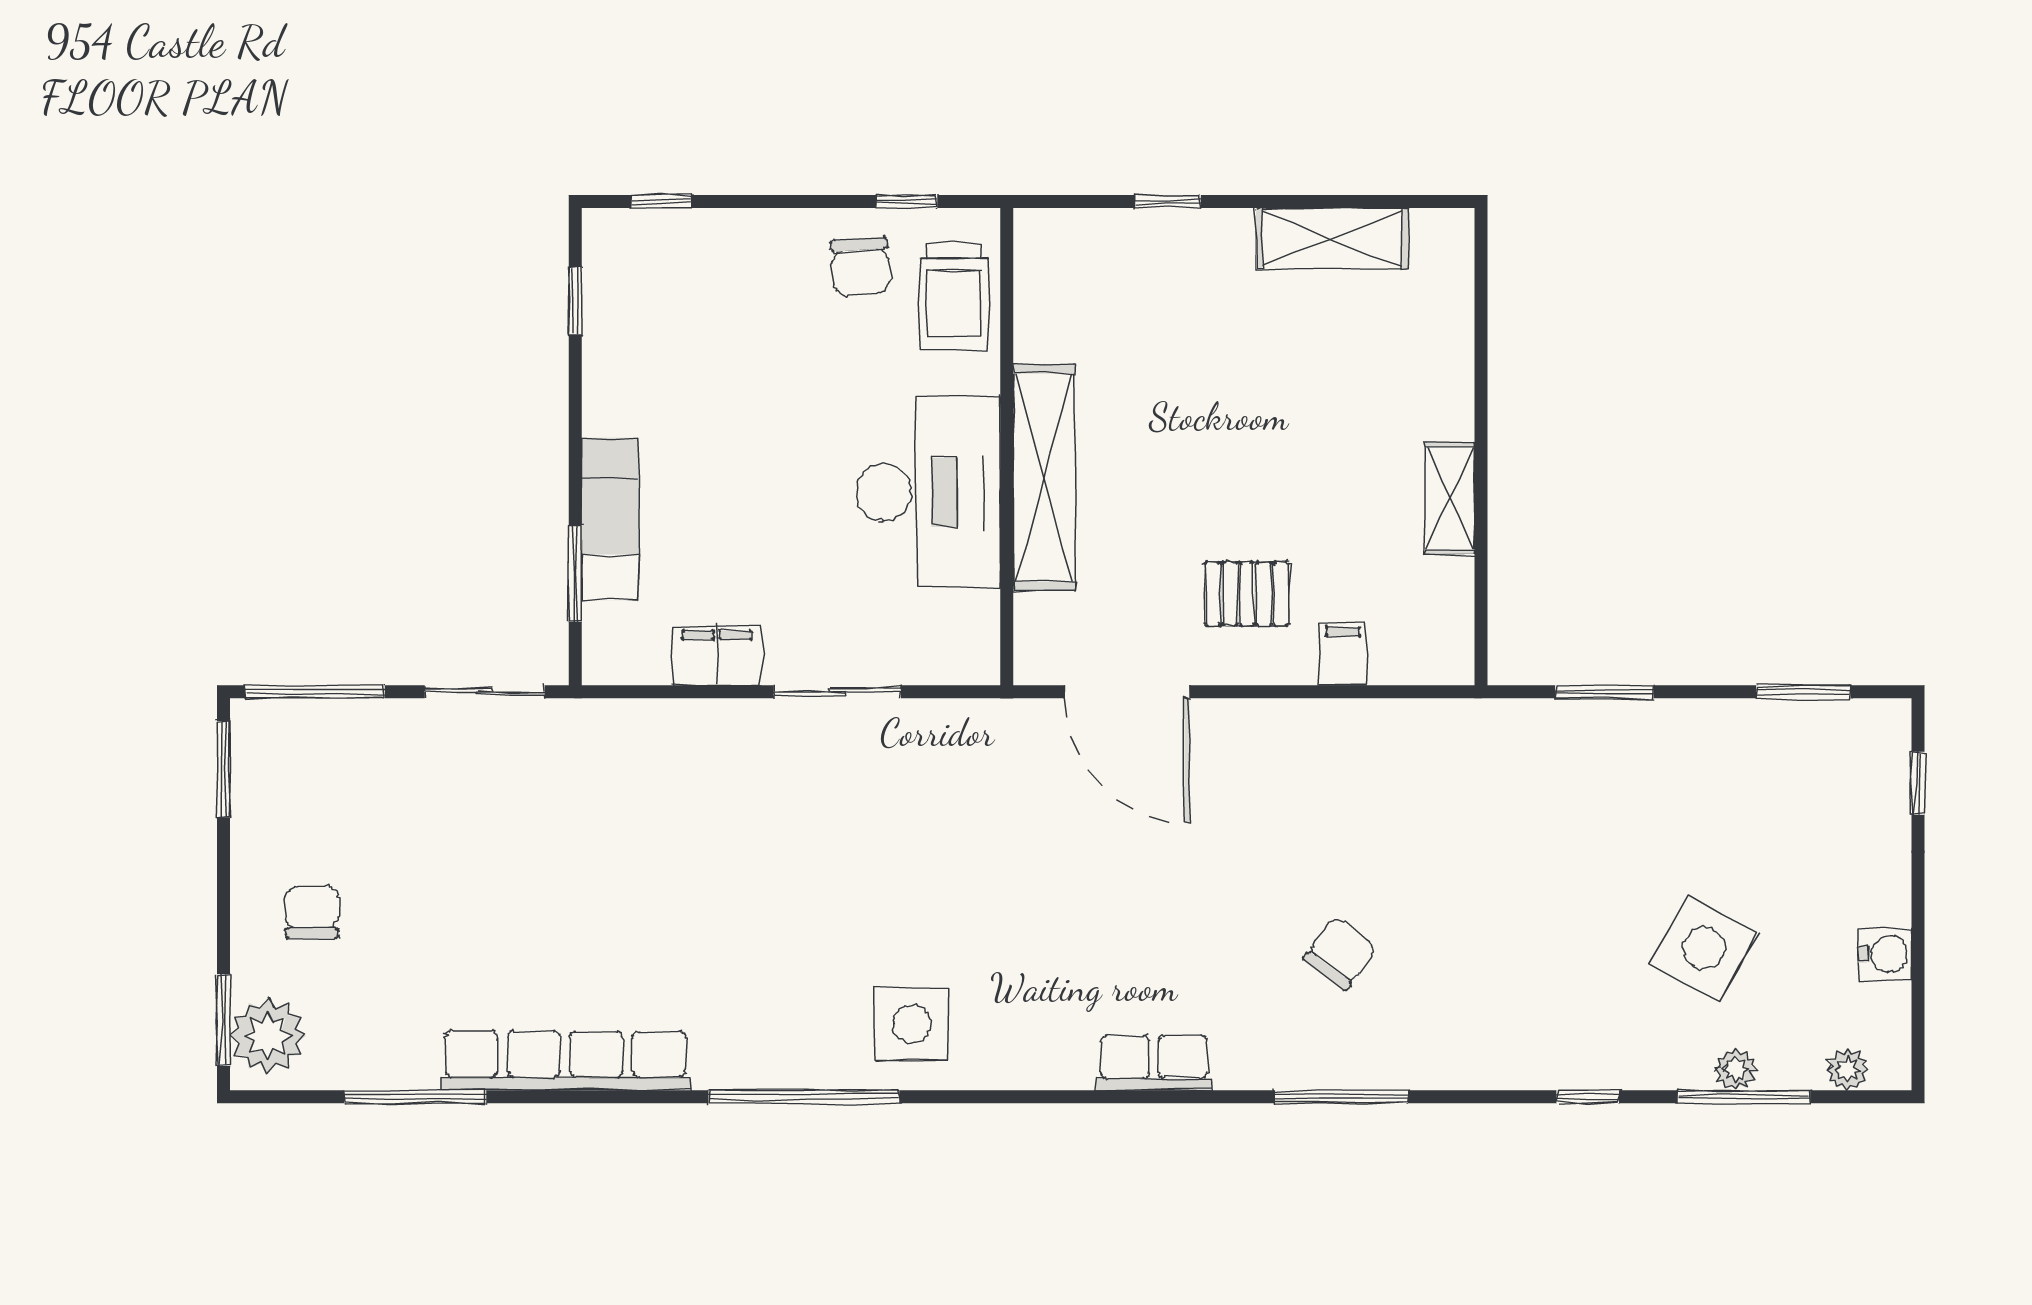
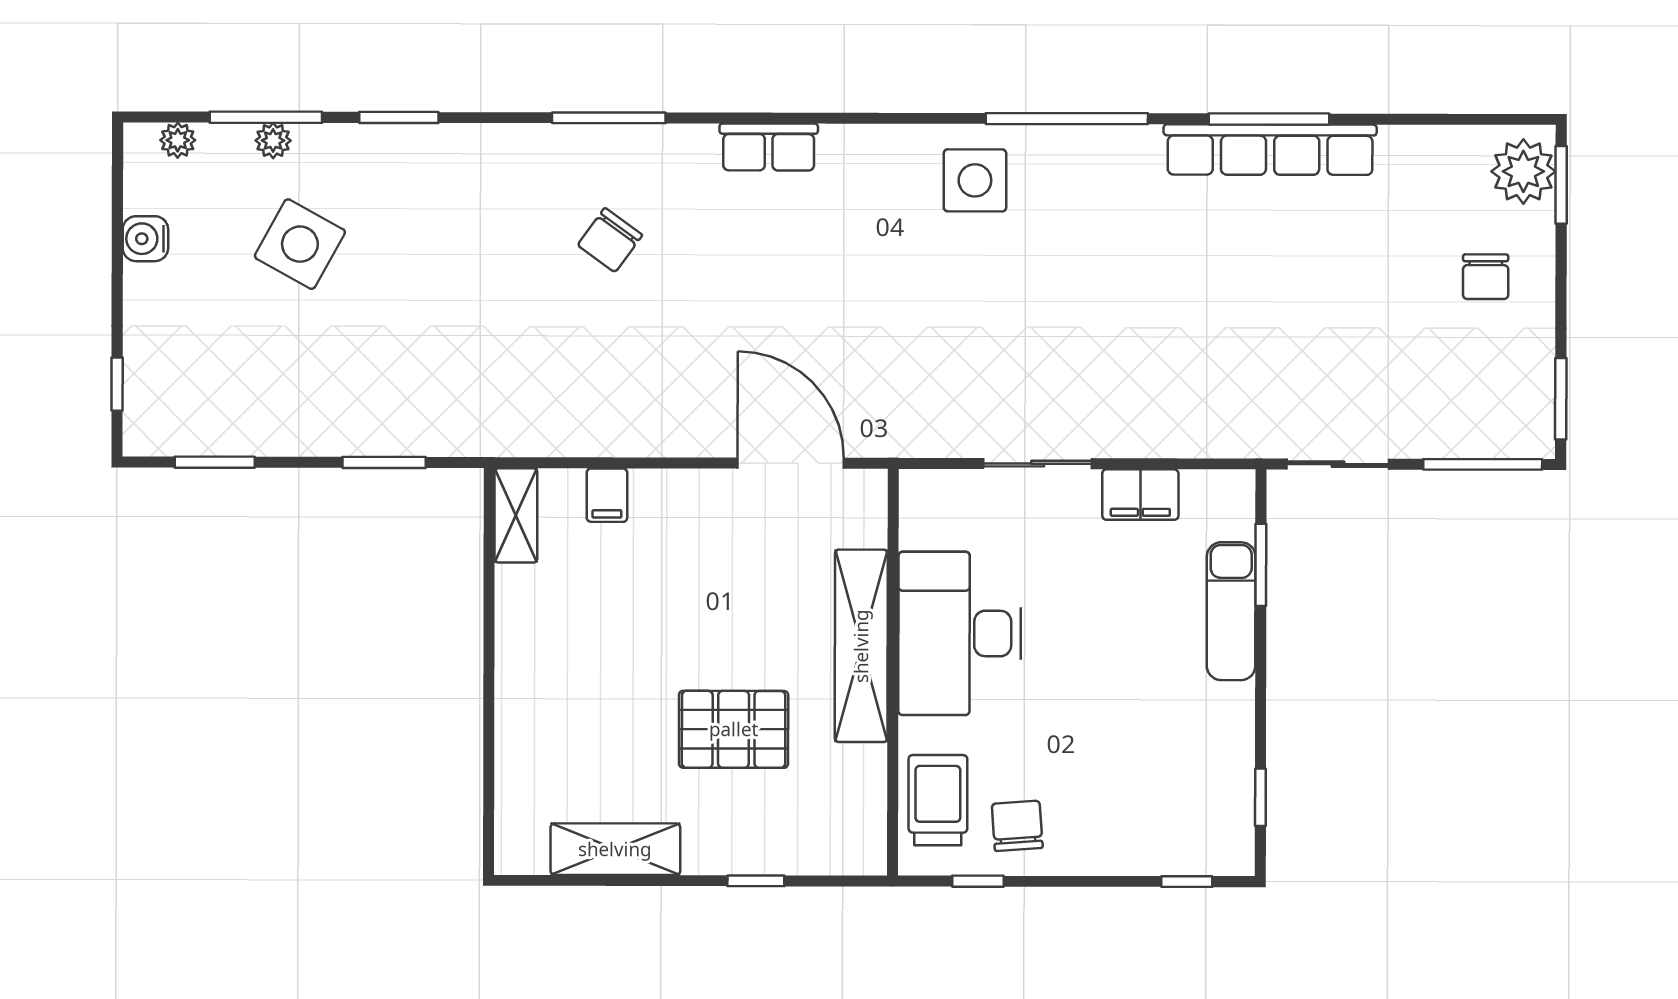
shelving: (1450, 498) -> (516, 515), moved
pallet: (1247, 594) -> (734, 729), moved, width x1.50, depth x1.42
window: (415, 1097) -> (1269, 119), moved
window: (1588, 1097) -> (399, 117), width x1.50

